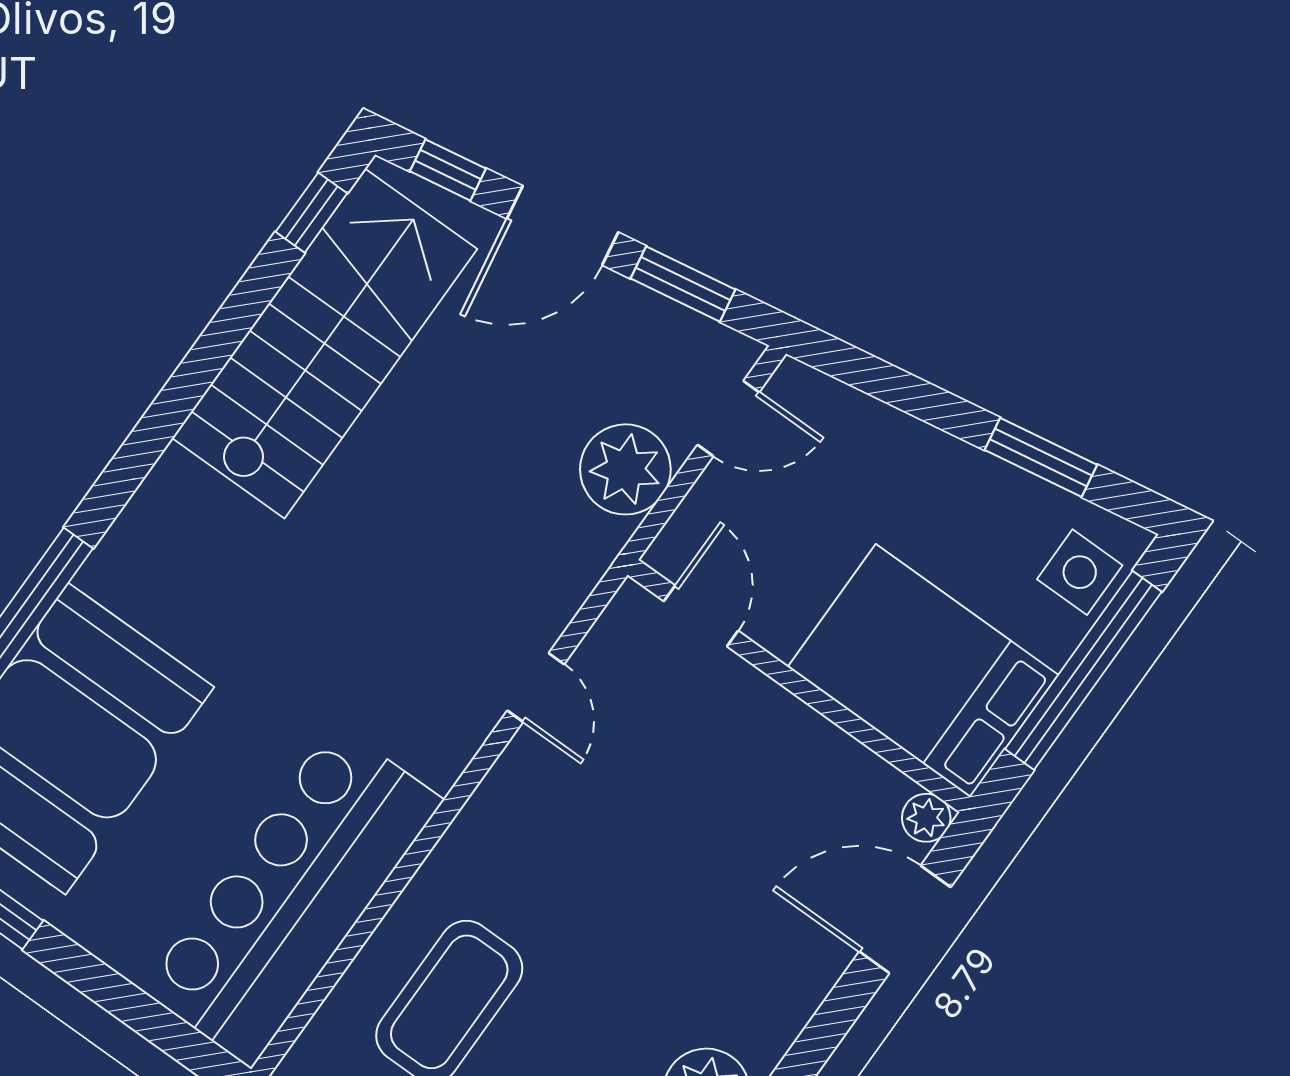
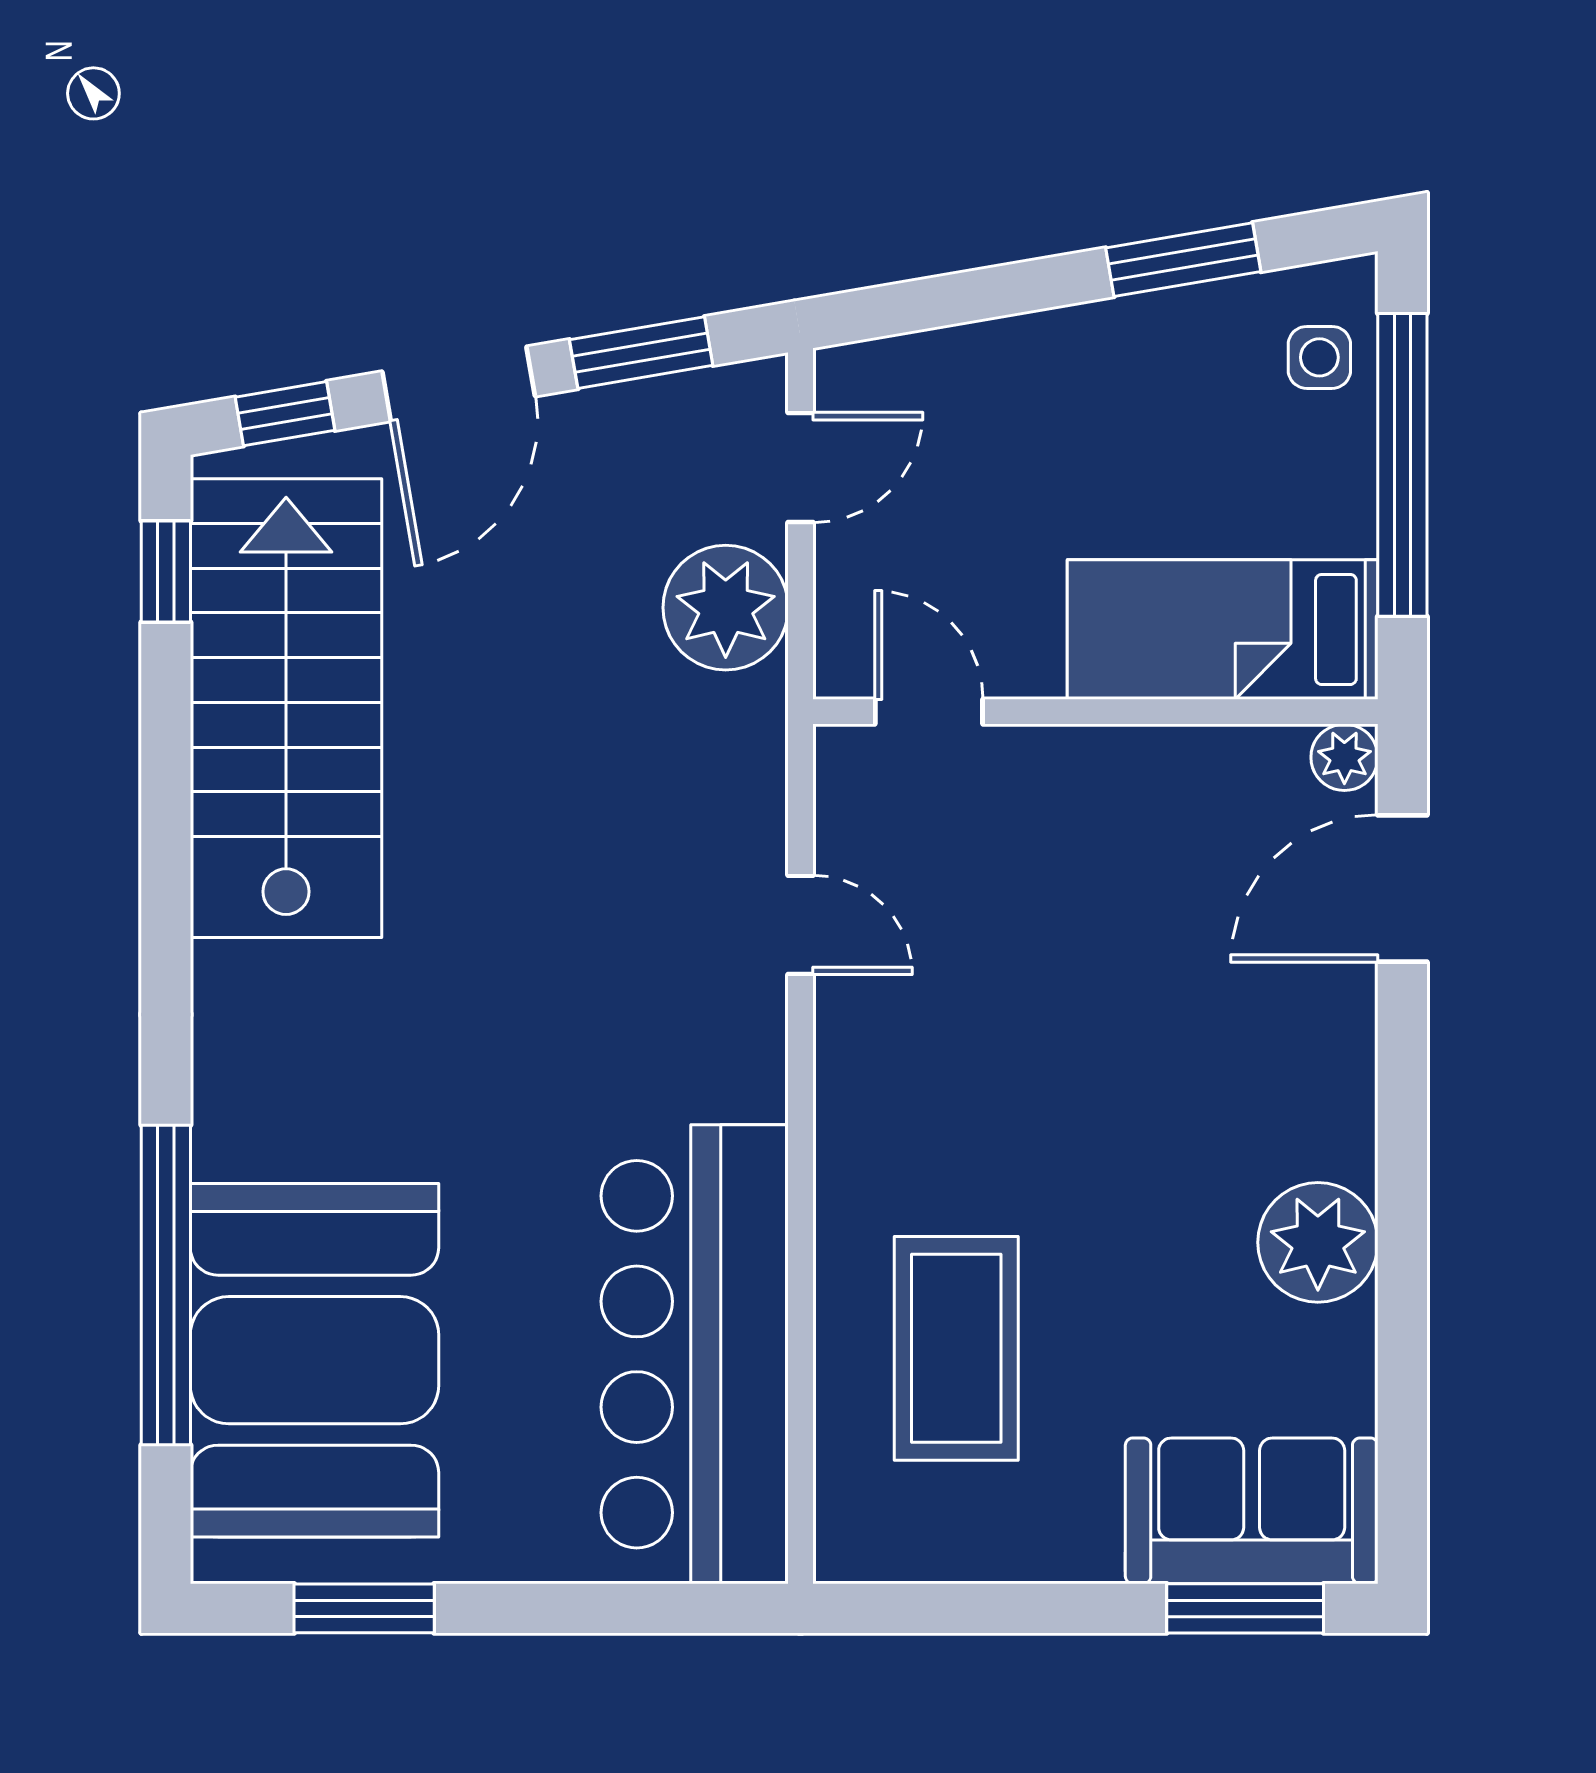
side table: (1080, 572) -> (1319, 357), width x0.73, depth x0.73
bed: (923, 671) -> (1223, 629), width x0.67

